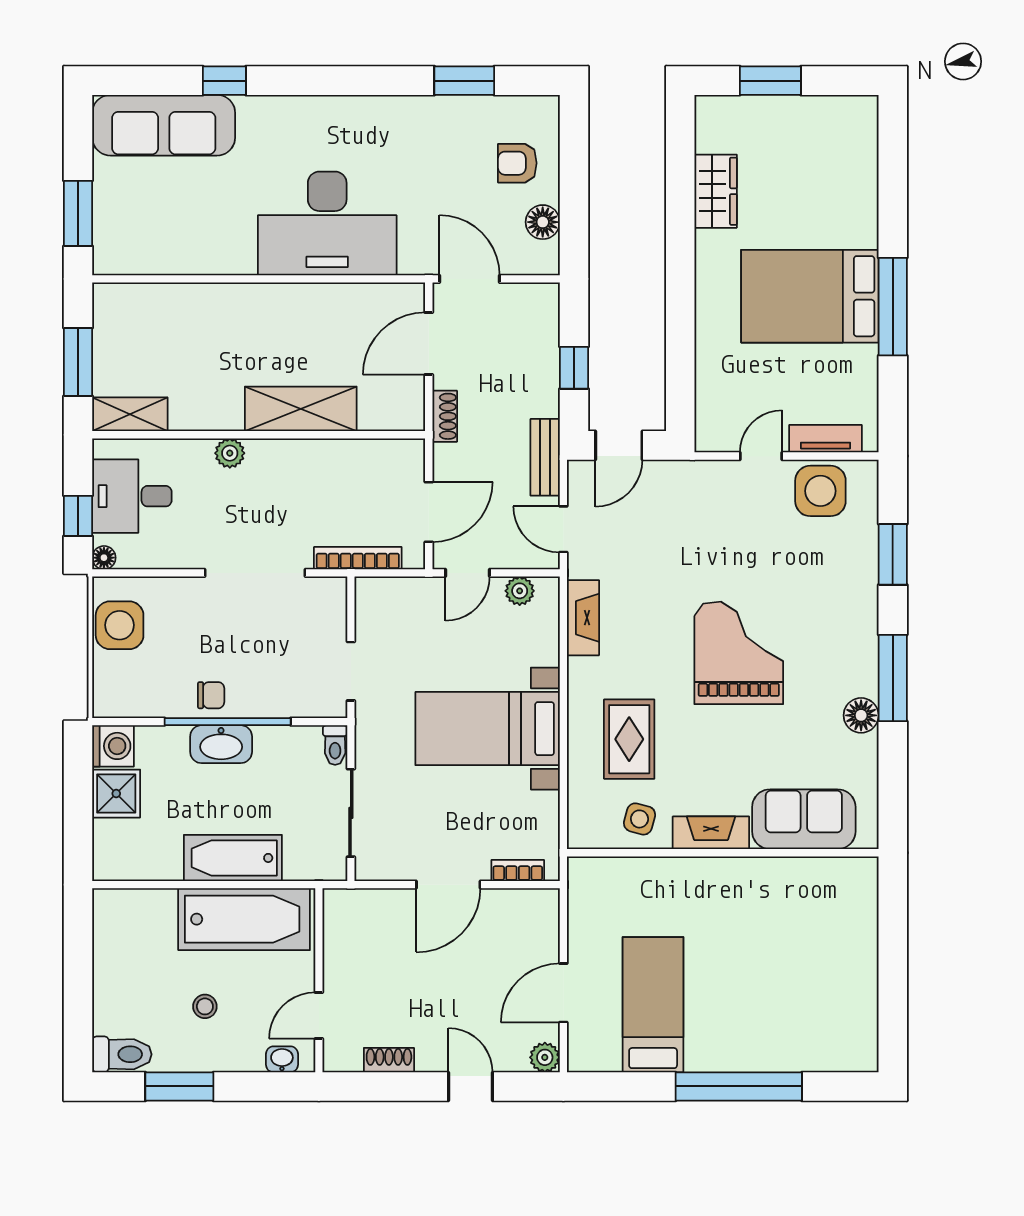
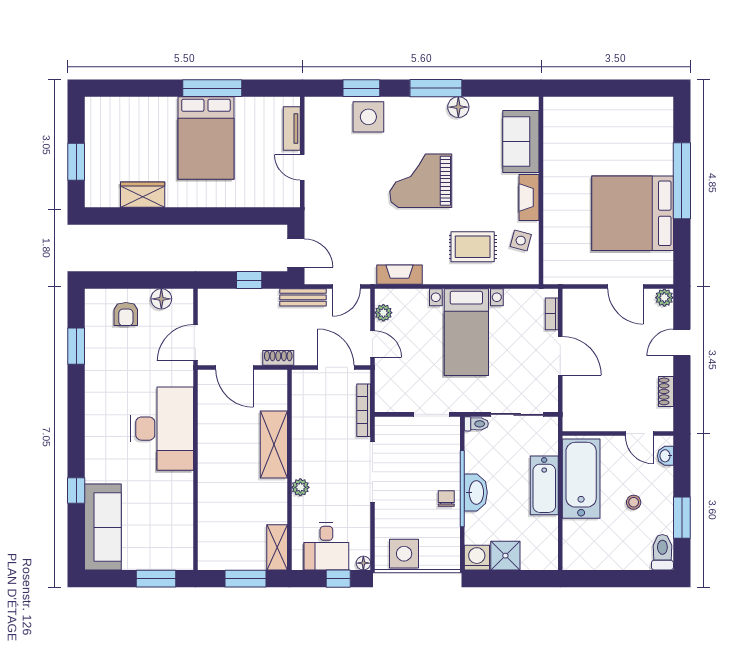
side table: (820, 491) -> (368, 117), moved
bed: (653, 1005) -> (633, 213), width x2.04

